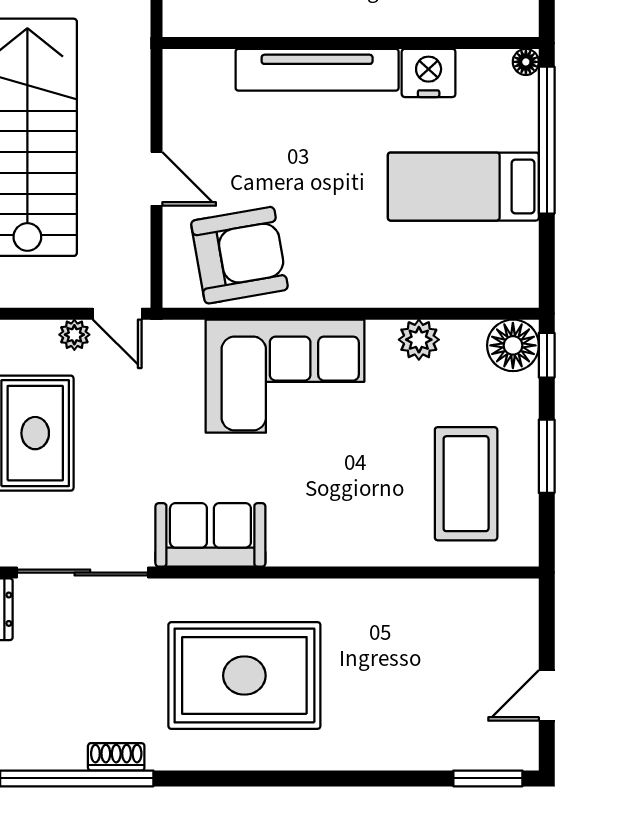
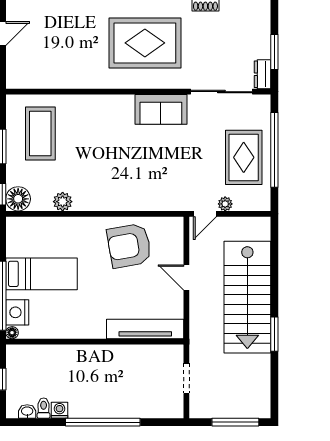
tv unit: (317, 70) -> (145, 329), moved
nightstand: (429, 73) -> (17, 312), moved, turned 90
armchair: (239, 255) -> (129, 246), moved
door: (117, 314) -> (205, 214), swing flipped
corner sofa: (285, 376) -> (126, 184), removed

